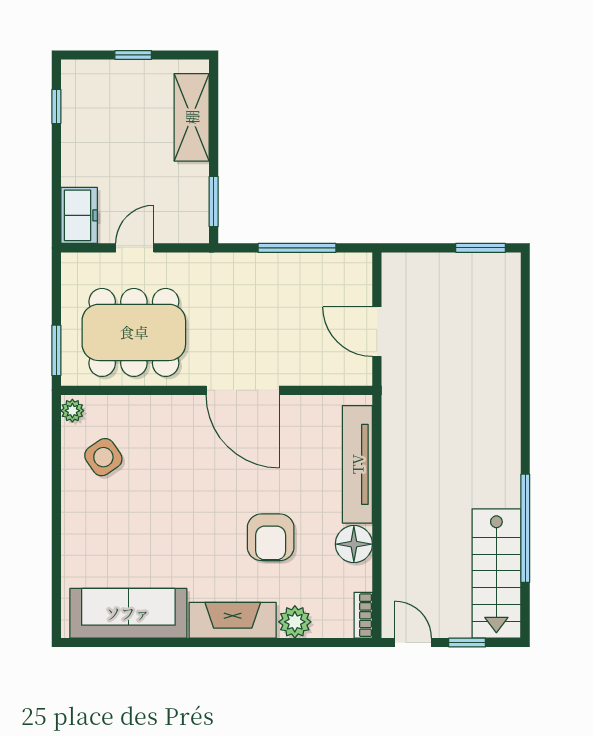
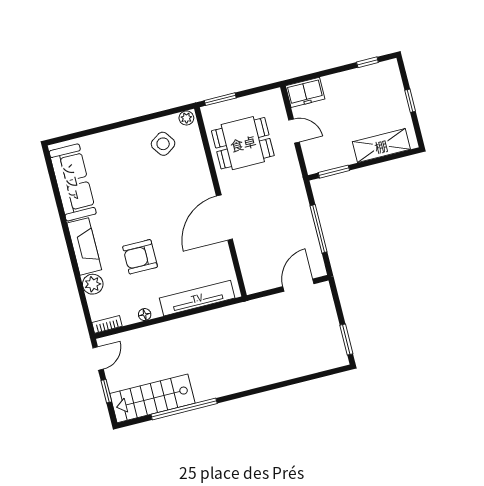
dining table: (134, 332) -> (243, 143), width x0.73
door: (377, 332) -> (298, 285), moved
floor lamp: (354, 544) -> (145, 315), width x0.53, depth x0.53

